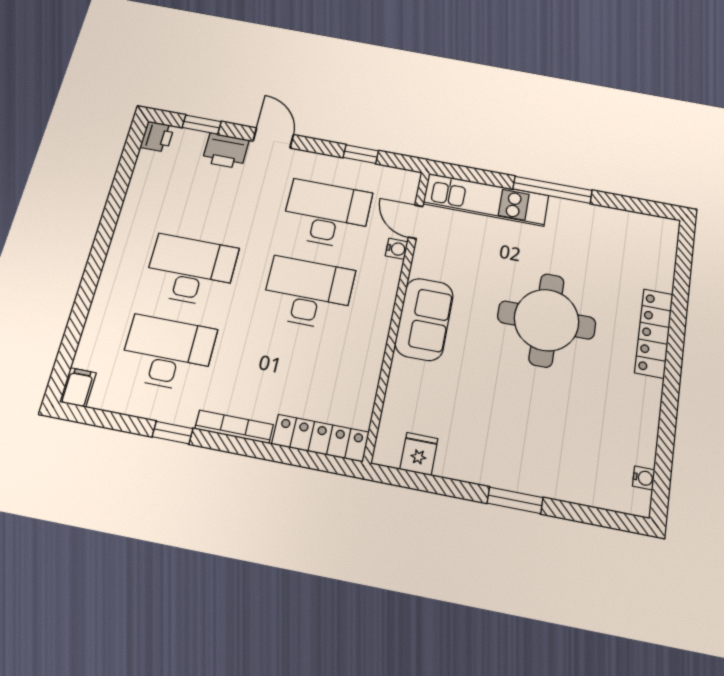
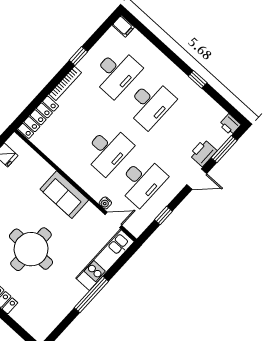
window: (202, 125) -> (224, 149), width x1.50
window: (109, 221) -> (198, 79), added

